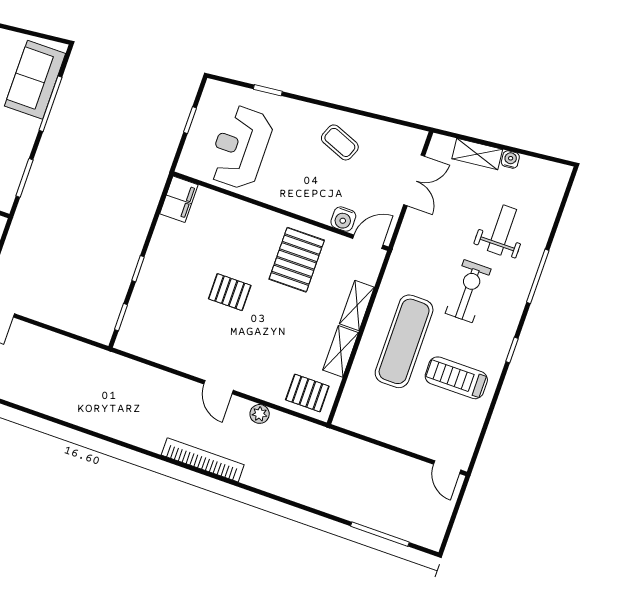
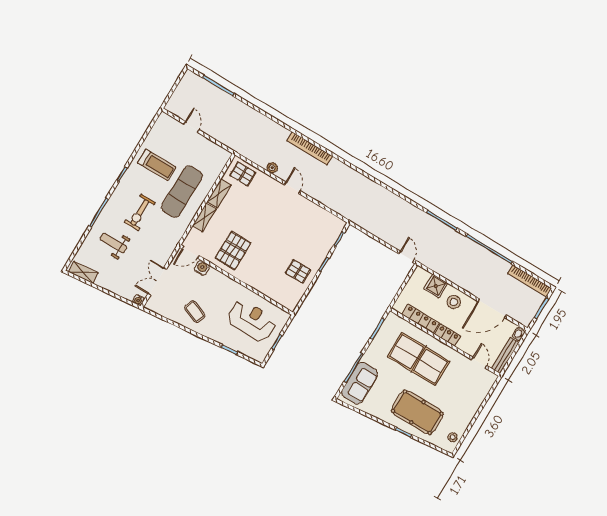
reception desk: (240, 147) -> (252, 321), turned -90
shelving: (477, 154) -> (84, 272), moved
water cooler: (510, 160) -> (138, 300), moved
filing cabinet: (179, 199) -> (292, 299), removed
weight bench: (502, 230) -> (113, 243), turned 90
pallet: (230, 292) -> (298, 271), moved
door: (447, 467) -> (191, 127), moved

